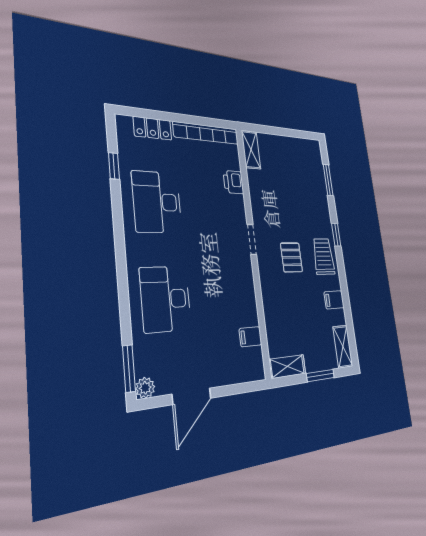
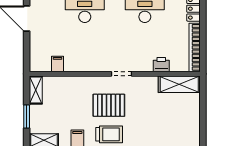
shelving: (251, 150) -> (179, 84), width x1.50, depth x1.33
pallet: (291, 257) -> (109, 105), width x1.50, depth x1.42

